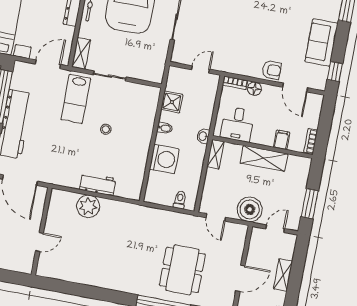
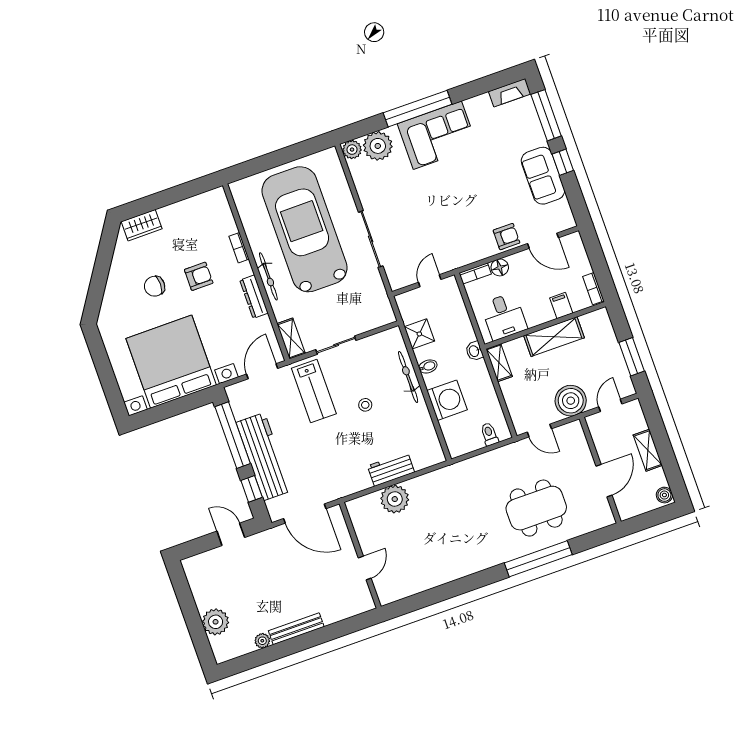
window: (335, 72) -> (563, 162), moved
bicycle: (147, 127) -> (408, 377), added
dining table: (182, 270) -> (536, 508), turned 90

